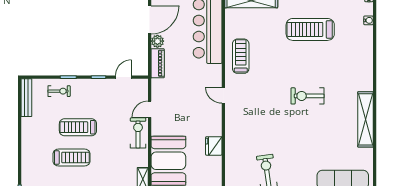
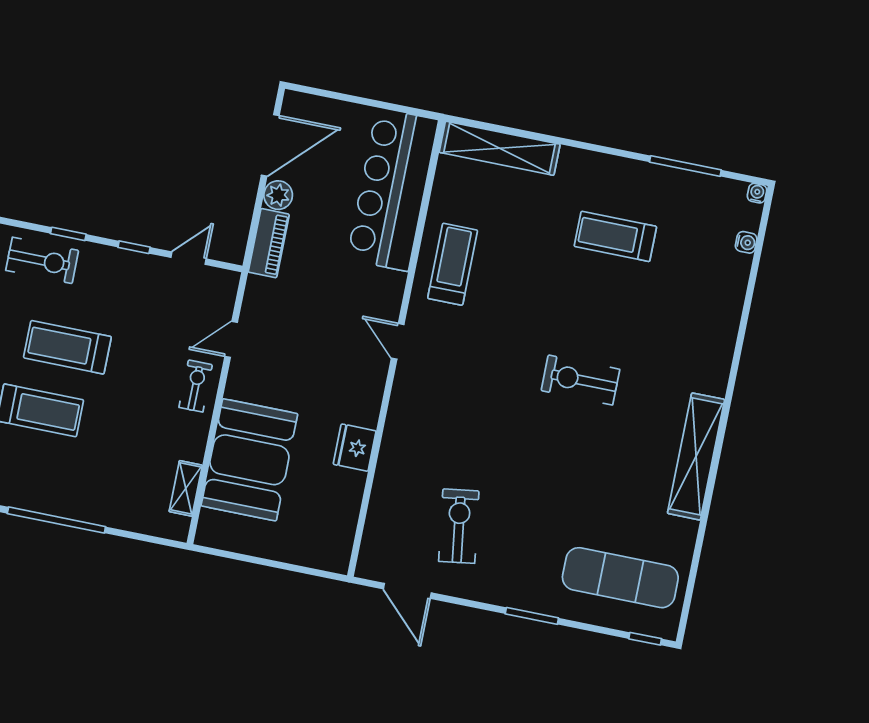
treadmill: (310, 29) -> (615, 236), width x0.73, depth x0.73
exercise bike: (59, 91) -> (42, 260), width x1.38, depth x1.39
exercise bike: (138, 133) -> (196, 386), width x0.73, depth x0.72

